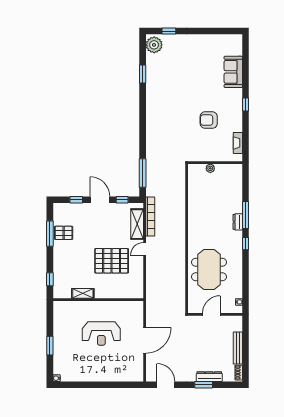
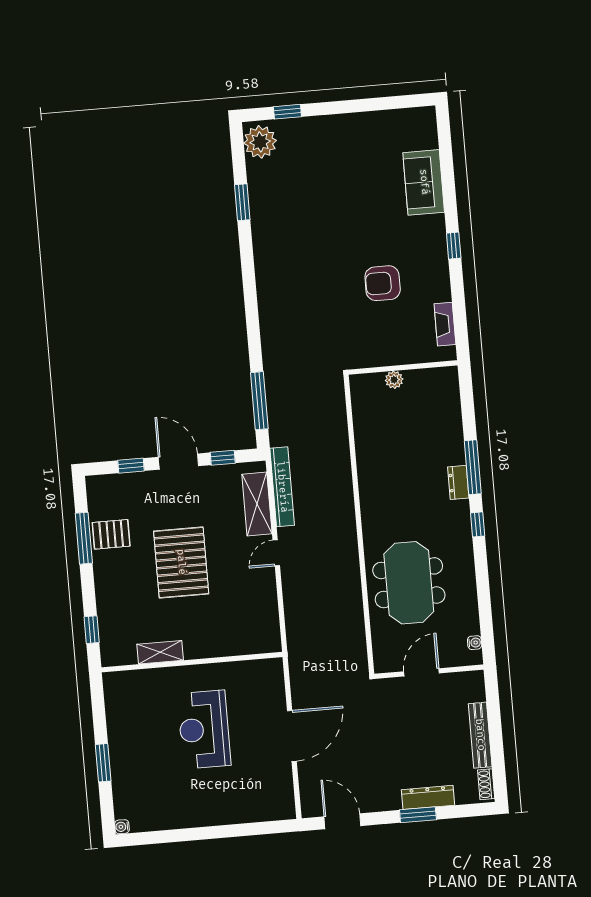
pallet: (112, 261) -> (181, 562), moved, turned 90
reception desk: (101, 333) -> (204, 729), turned 90

